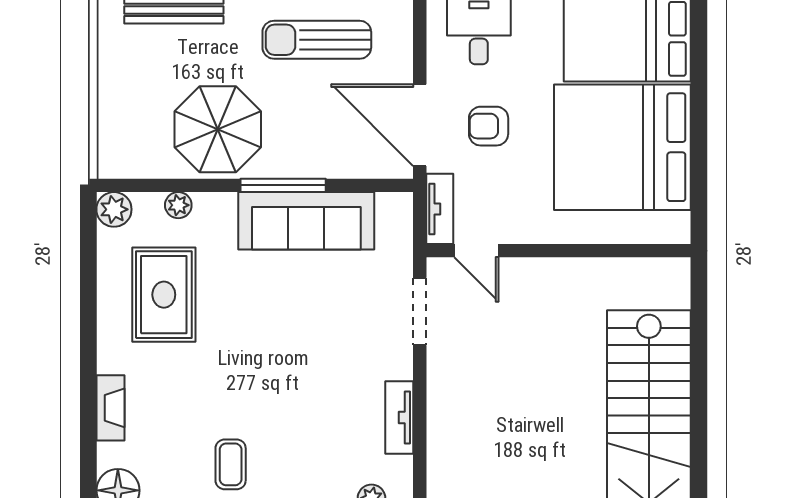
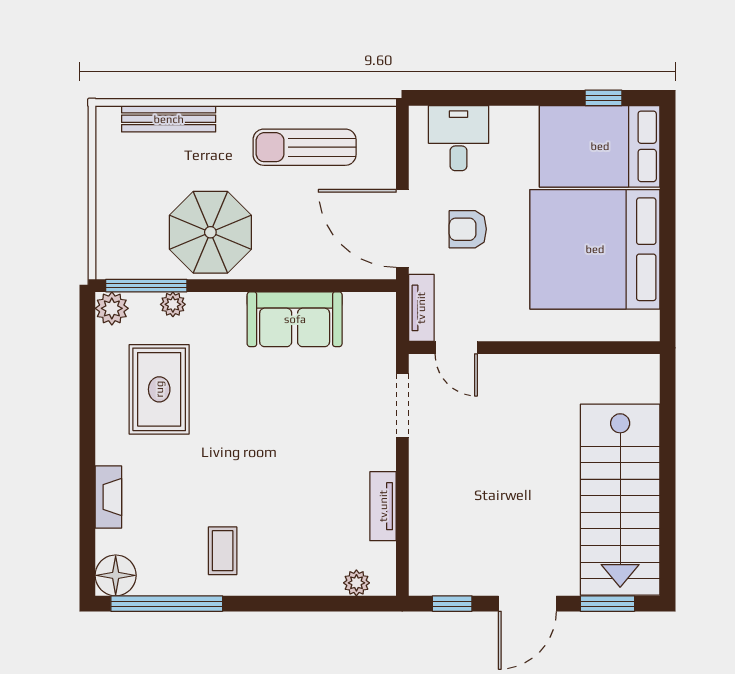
window: (283, 185) -> (146, 286), moved
sofa: (306, 221) -> (295, 319), width x0.73

